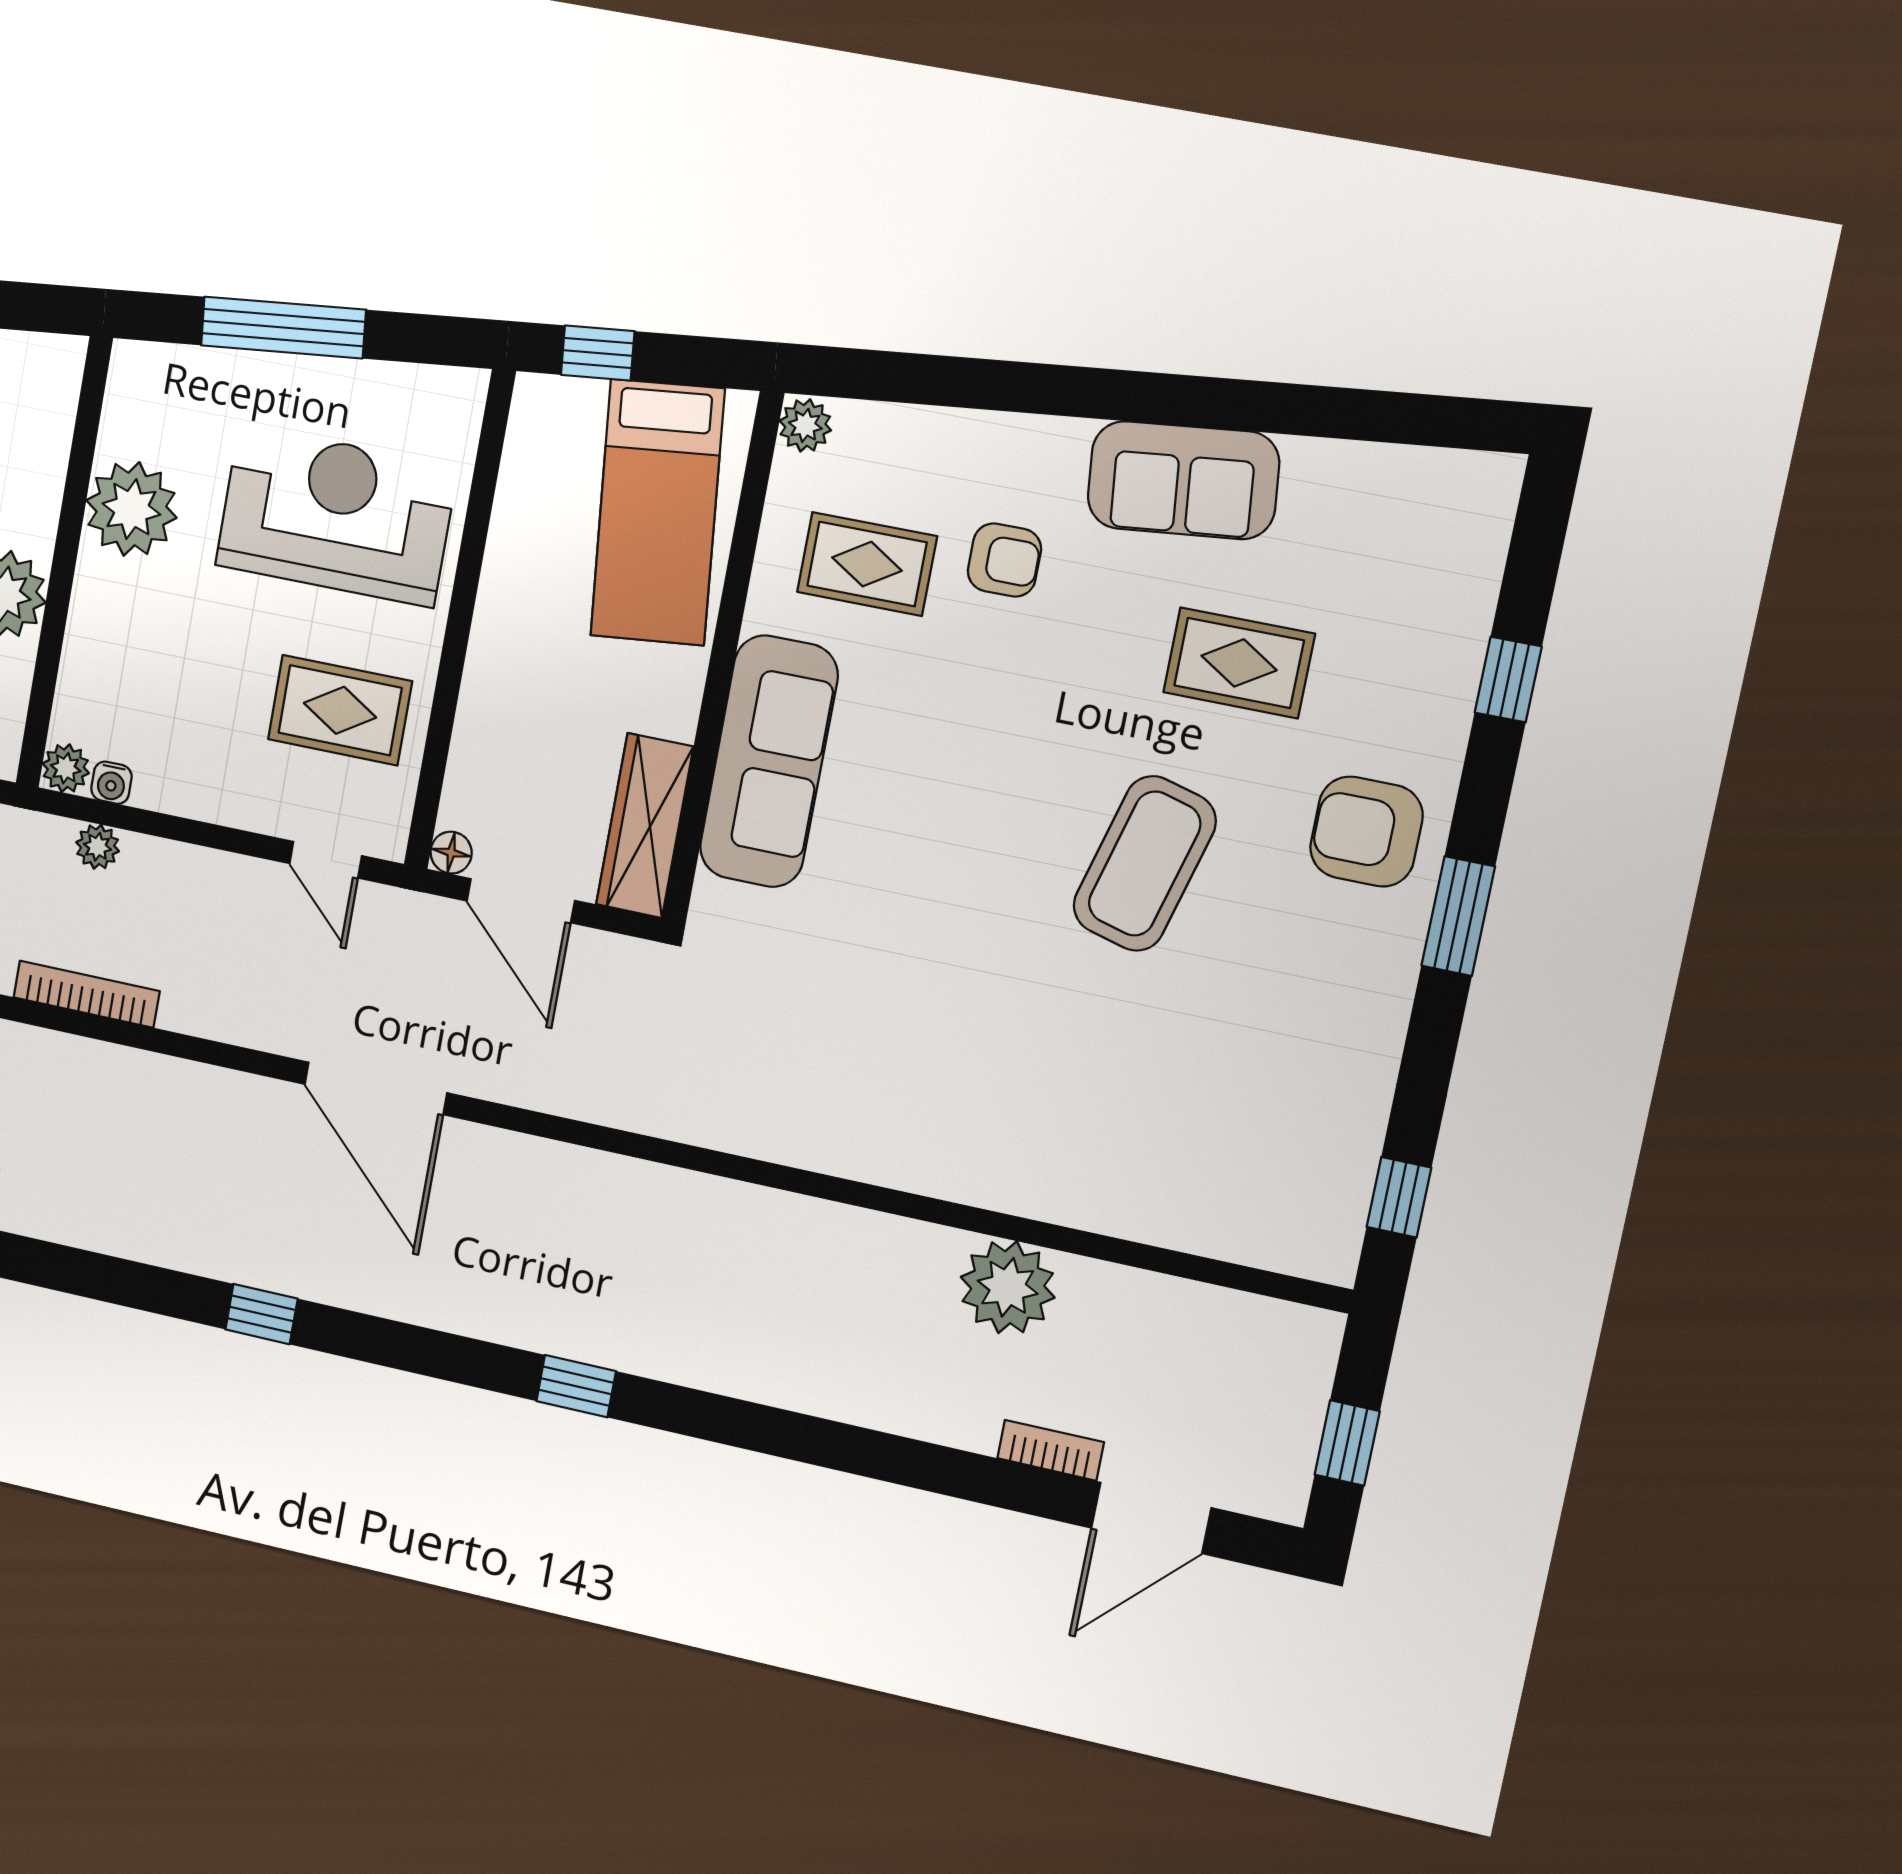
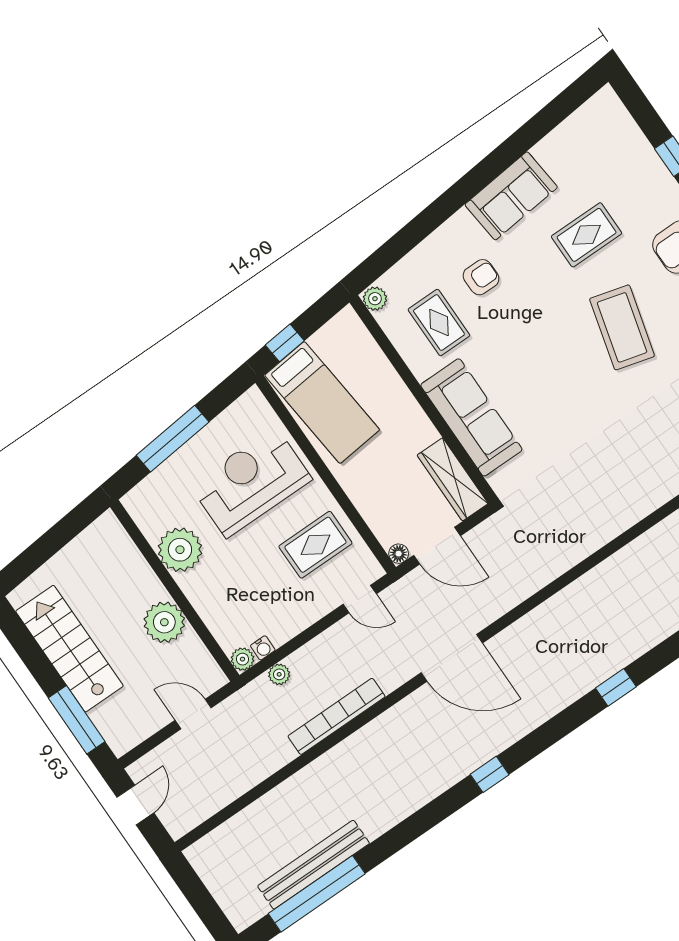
bed: (657, 512) -> (322, 402), moved
rug: (867, 564) -> (439, 323), turned 90
bookcase: (86, 994) -> (336, 716), width x1.48, depth x1.31

